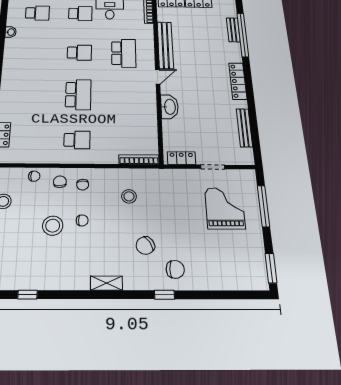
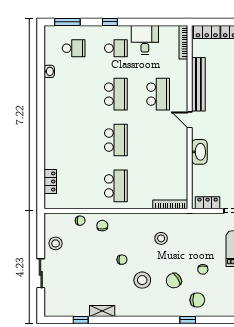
school desk: (79, 53) -> (116, 94), width x1.85
door: (158, 77) -> (190, 120), swing flipped
school desk: (77, 140) -> (116, 186), width x1.85
chair: (83, 185) -> (203, 269), moved
stool: (53, 226) -> (142, 280), moved
shelving: (106, 283) -> (102, 311), moved

